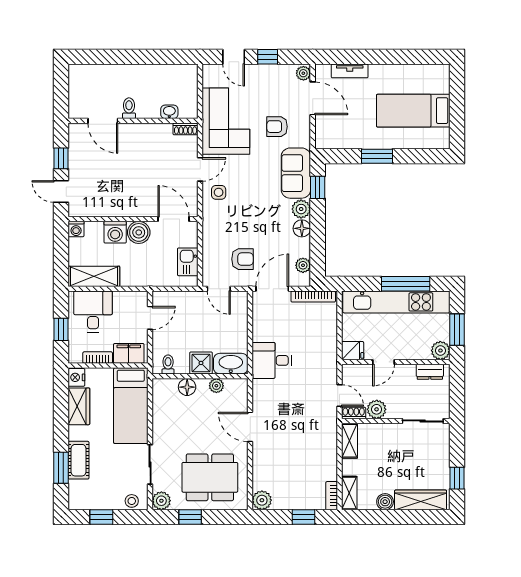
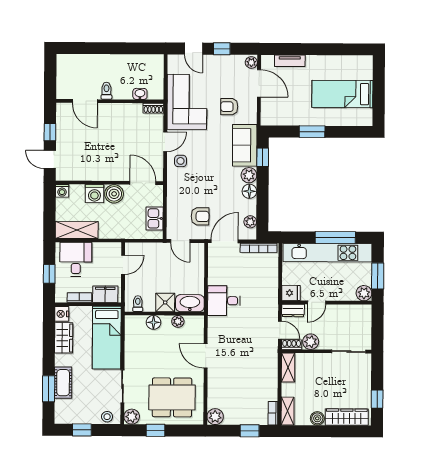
dresser: (430, 372) -> (293, 310), moved

